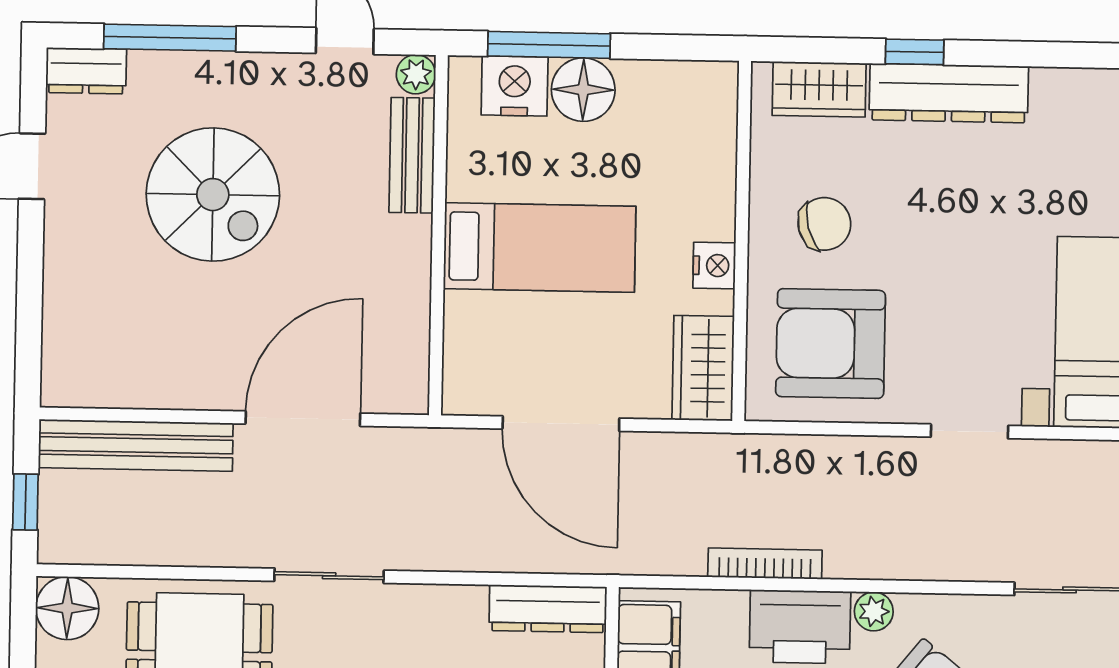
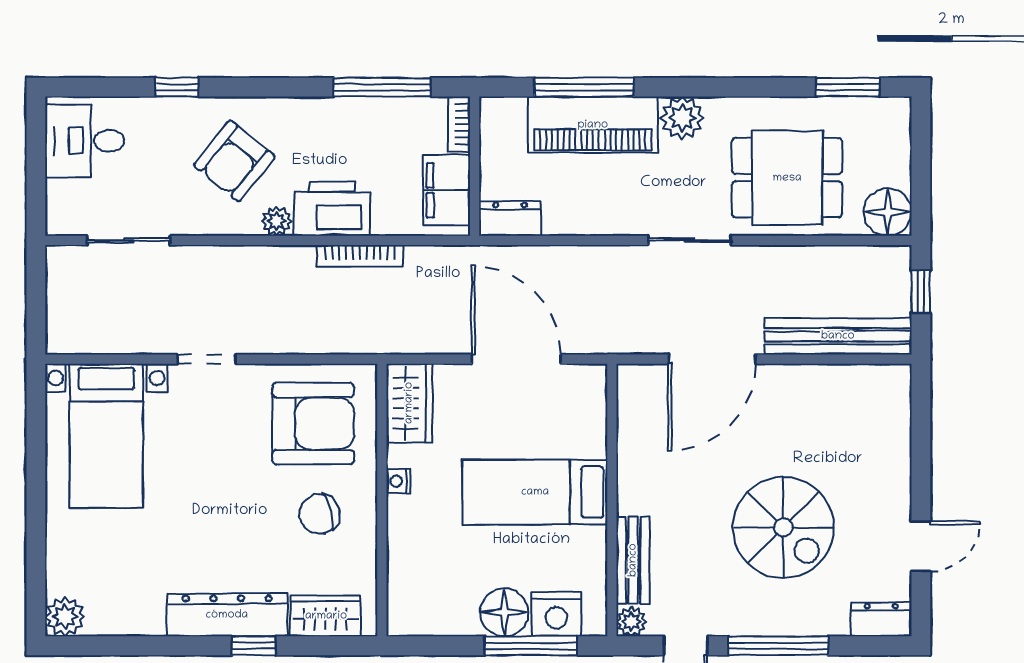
window: (170, 38) -> (778, 646), moved
spiral stairs: (213, 195) -> (783, 527), turned 180
nightstand: (714, 265) -> (398, 481), width x0.72, depth x0.74
dresser: (548, 609) -> (510, 219), width x0.70

